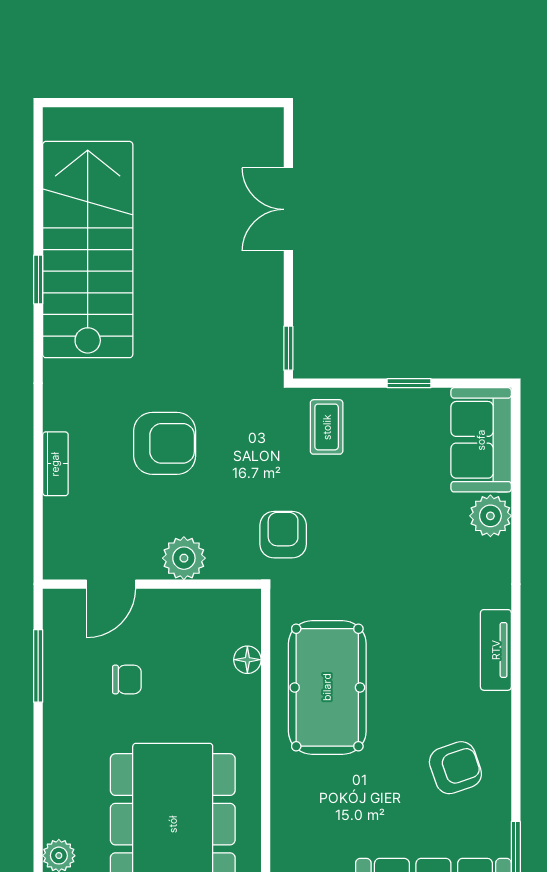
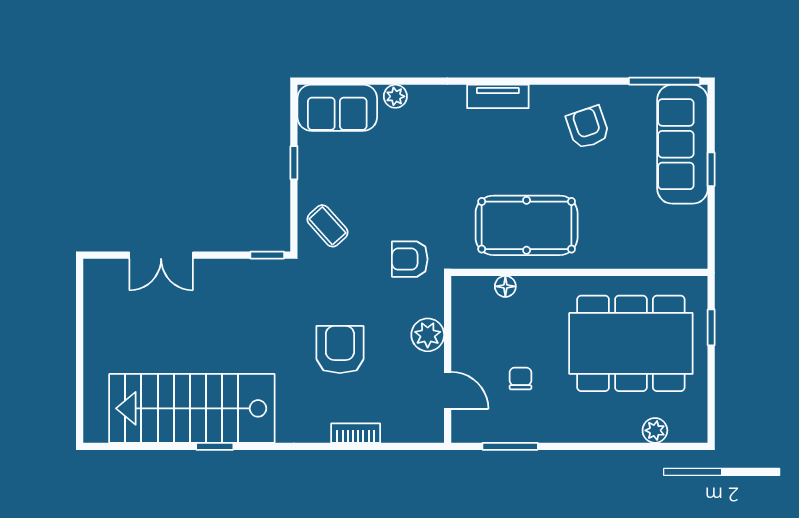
coffee table: (327, 427) -> (327, 226), turned 48
plant: (490, 516) -> (395, 96), width x0.73, depth x0.73

